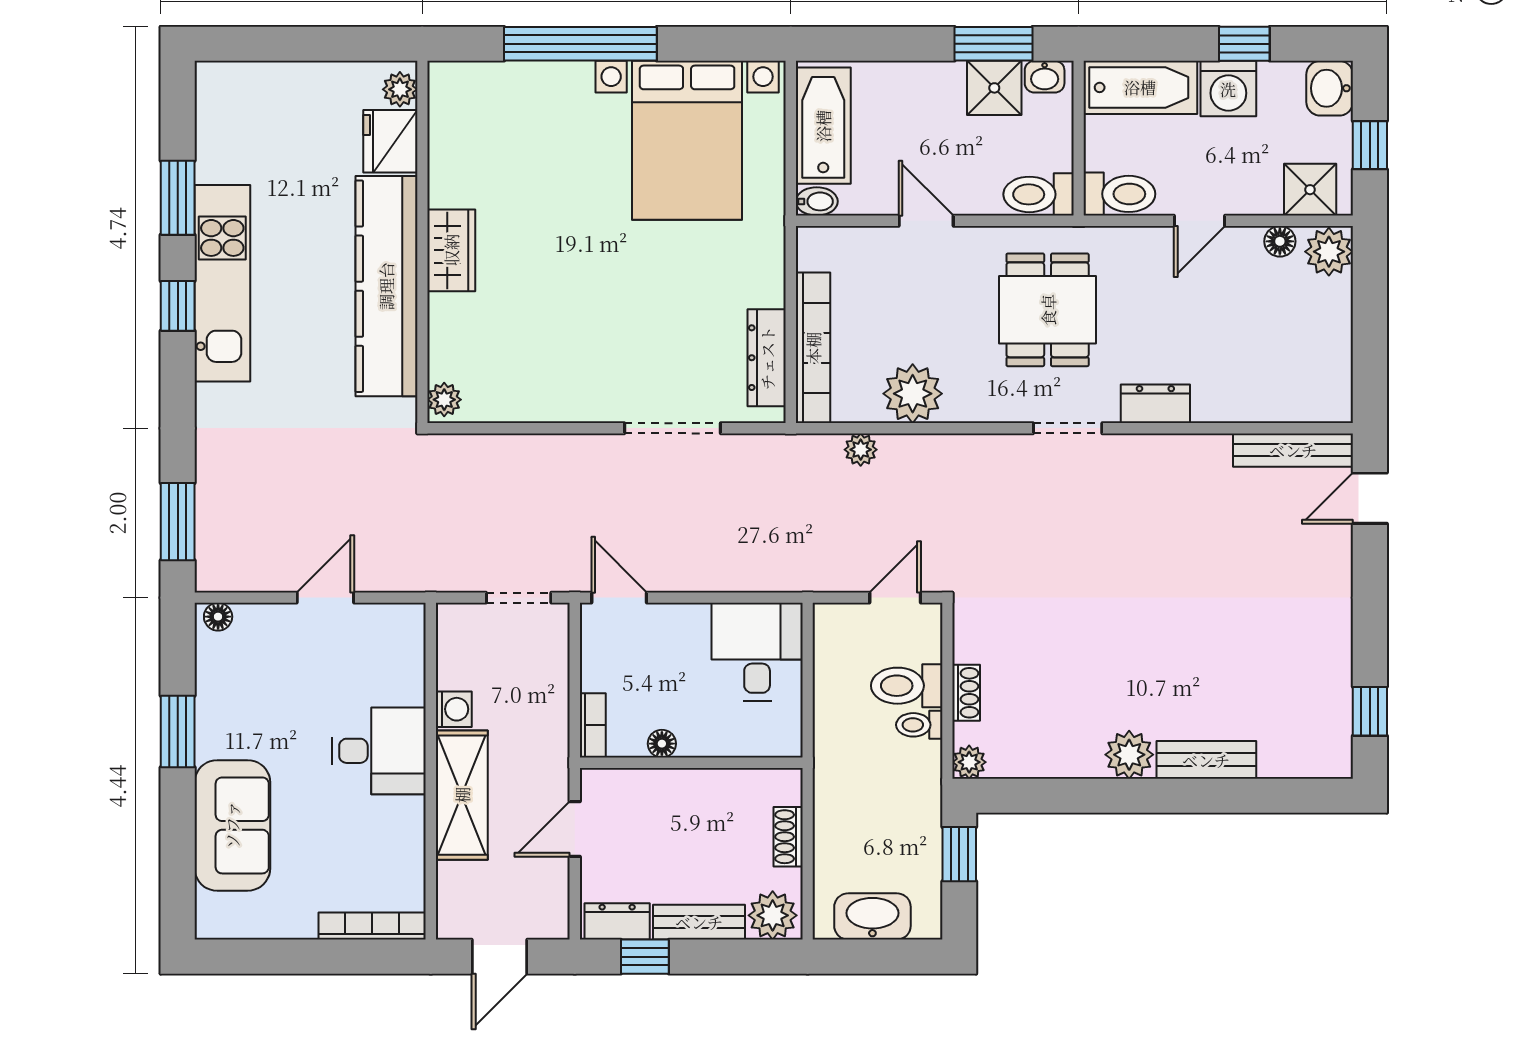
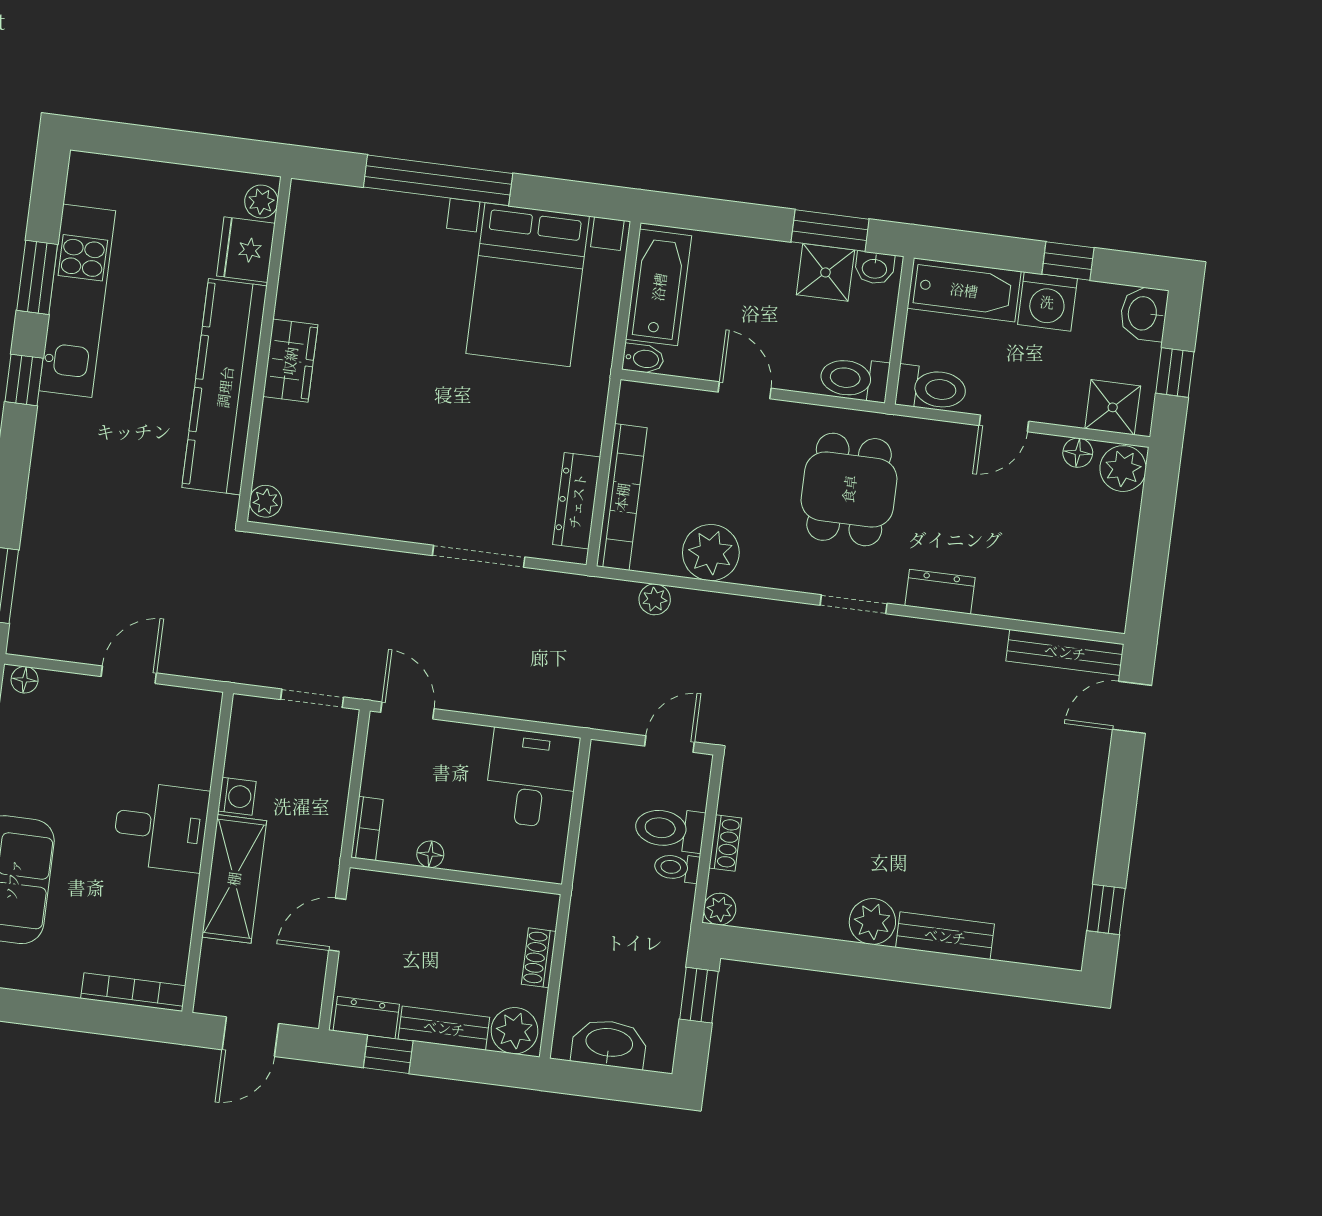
kitchen unit: (222, 283) -> (77, 301), moved

